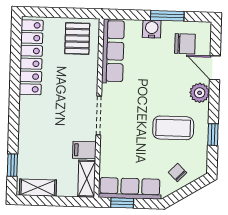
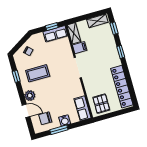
row of seats: (113, 51) -> (82, 108), width x0.68
window: (14, 119) -> (121, 52), added
row of seats: (130, 188) -> (55, 34), width x0.68

